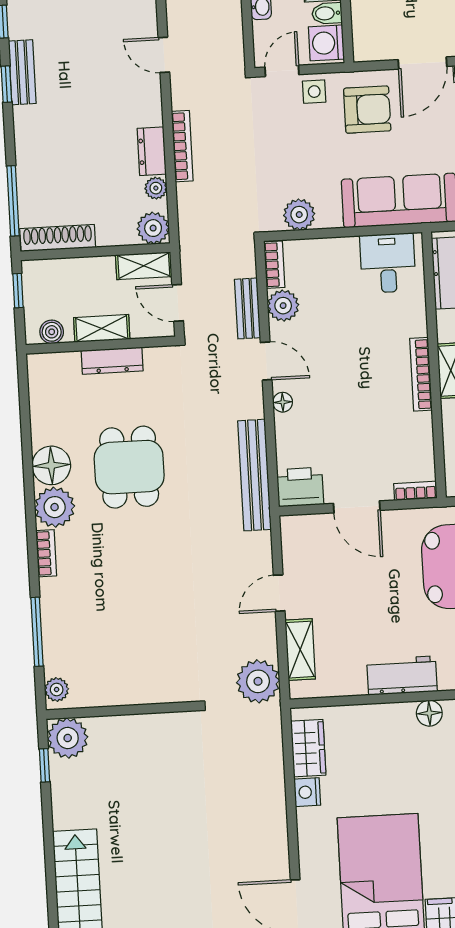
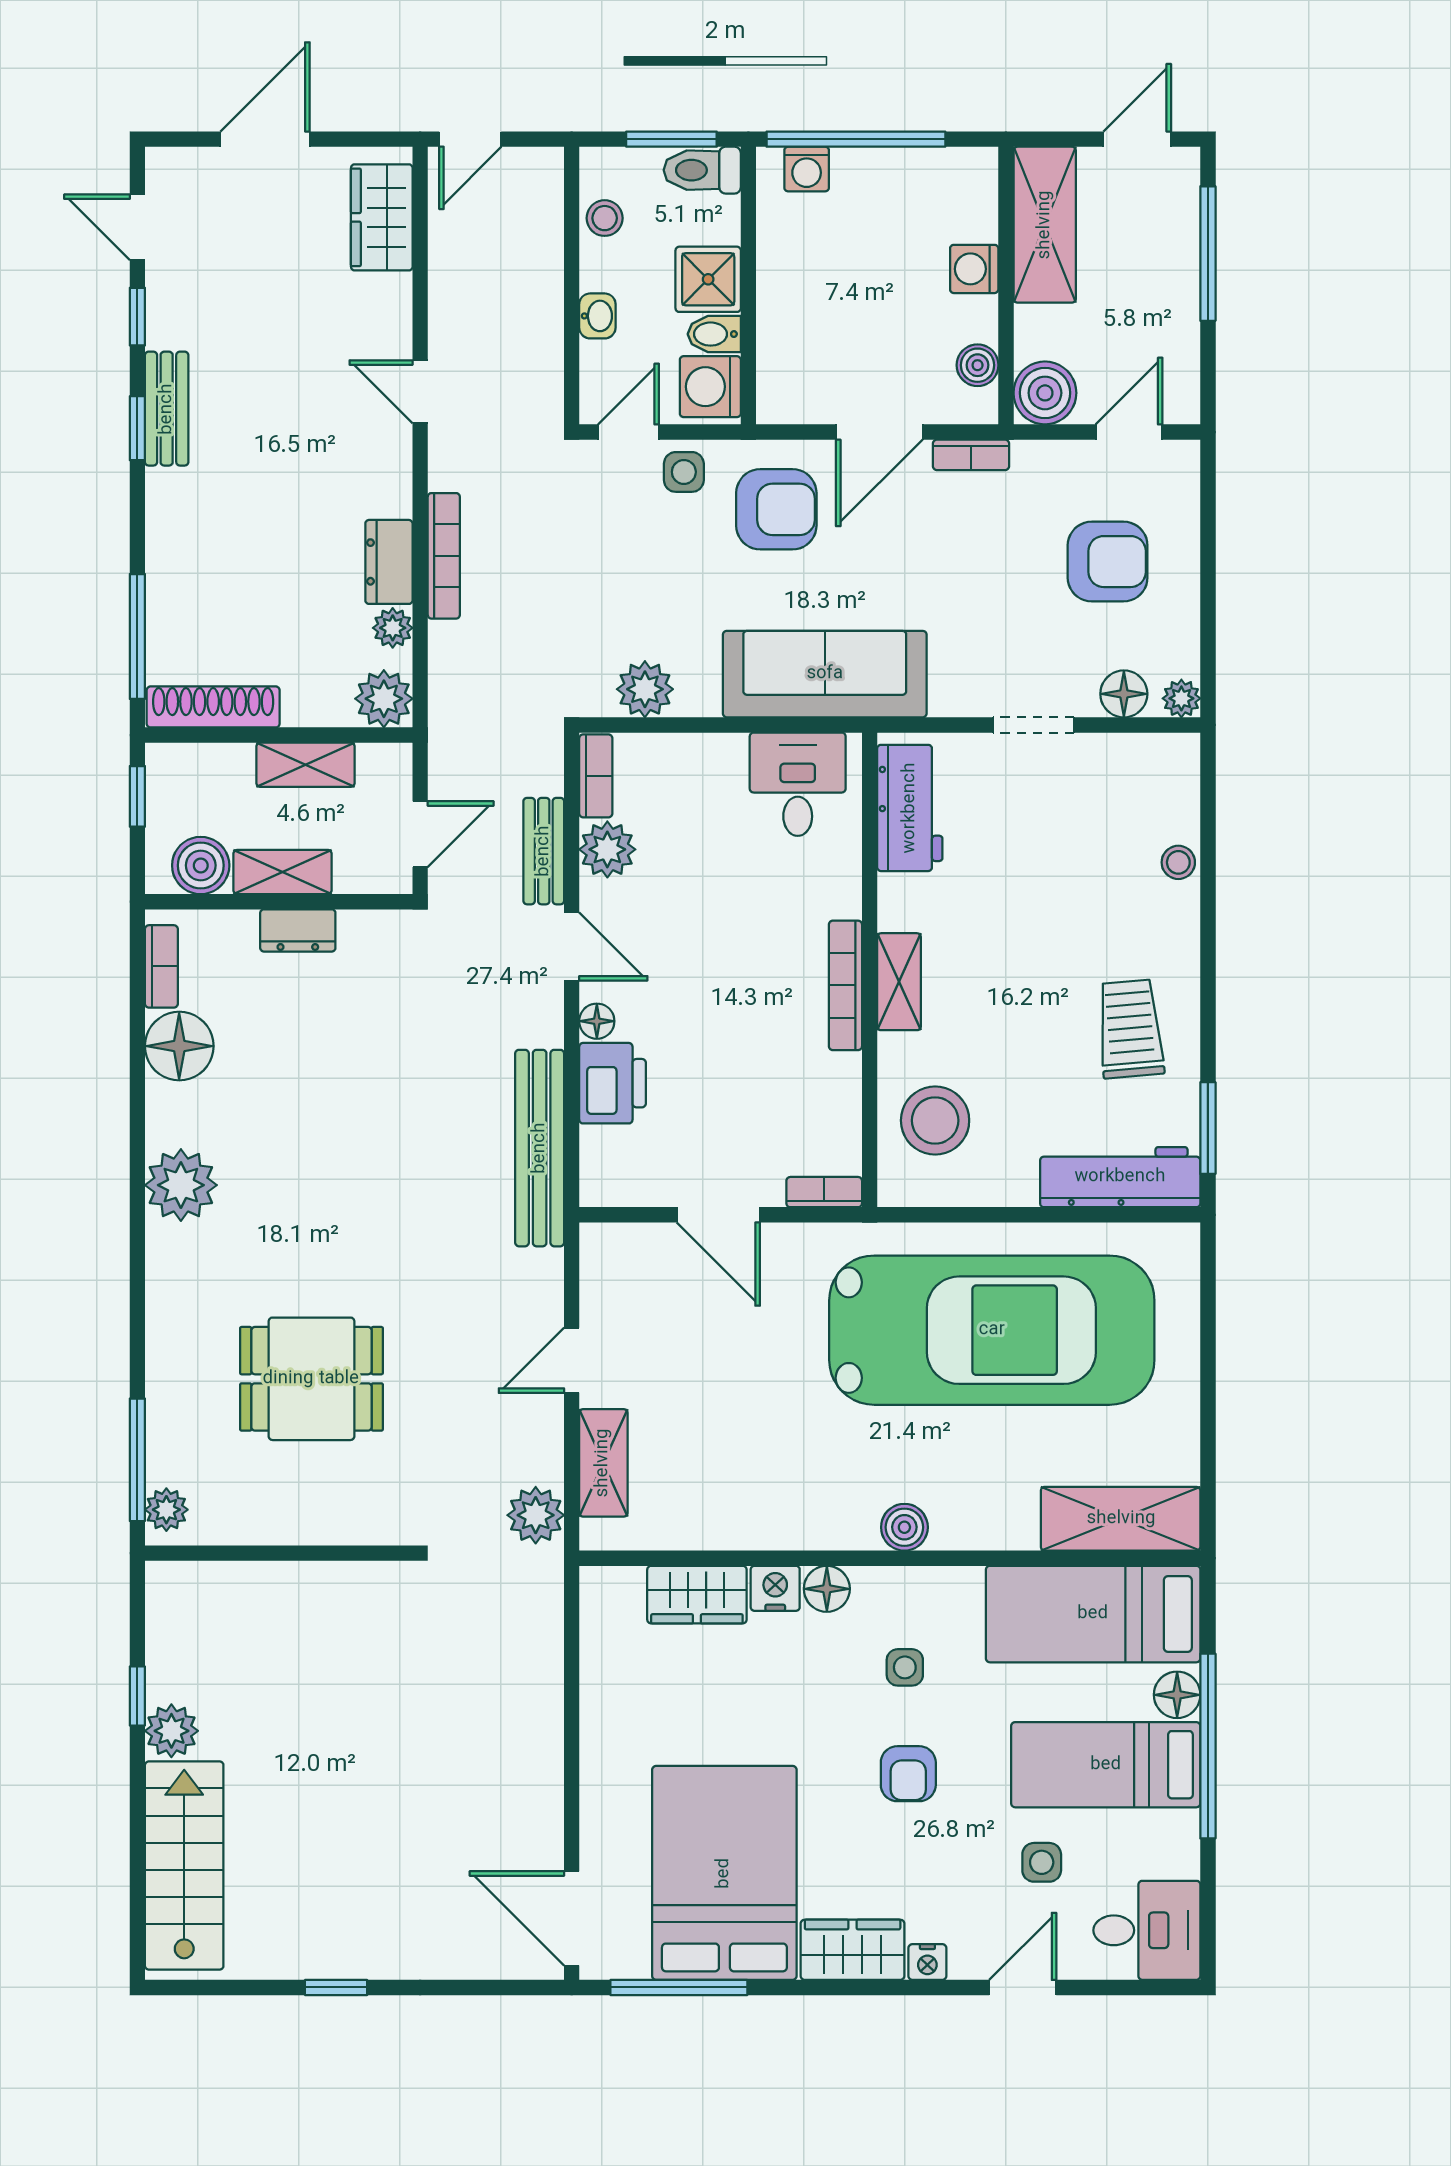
shelving: (144, 266) -> (305, 765), moved
door: (178, 303) -> (420, 834), swing flipped
boiler: (52, 332) -> (201, 865), width x1.36, depth x1.36
dresser: (112, 361) -> (298, 930), width x0.70
floor lamp: (51, 465) -> (179, 1046), moved
dining table: (129, 467) -> (311, 1379), moved, turned 90
printer: (300, 487) -> (613, 1083), moved, turned 90
bookcase: (46, 553) -> (161, 966), moved
window: (37, 632) -> (137, 1460), moved
workbench: (402, 675) -> (782, 1519), removed
plant: (258, 681) -> (536, 1515), width x0.73, depth x0.73
plant: (68, 738) -> (171, 1731), moved, width x0.73, depth x0.73
wardrobe: (308, 748) -> (697, 1595), moved, turned 90
window: (45, 765) -> (137, 1696), moved
nightstand: (307, 792) -> (775, 1588), moved, turned 90

